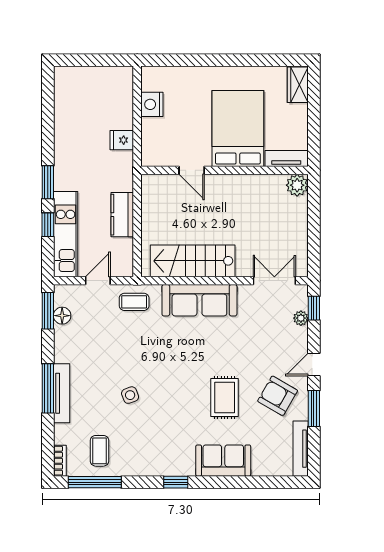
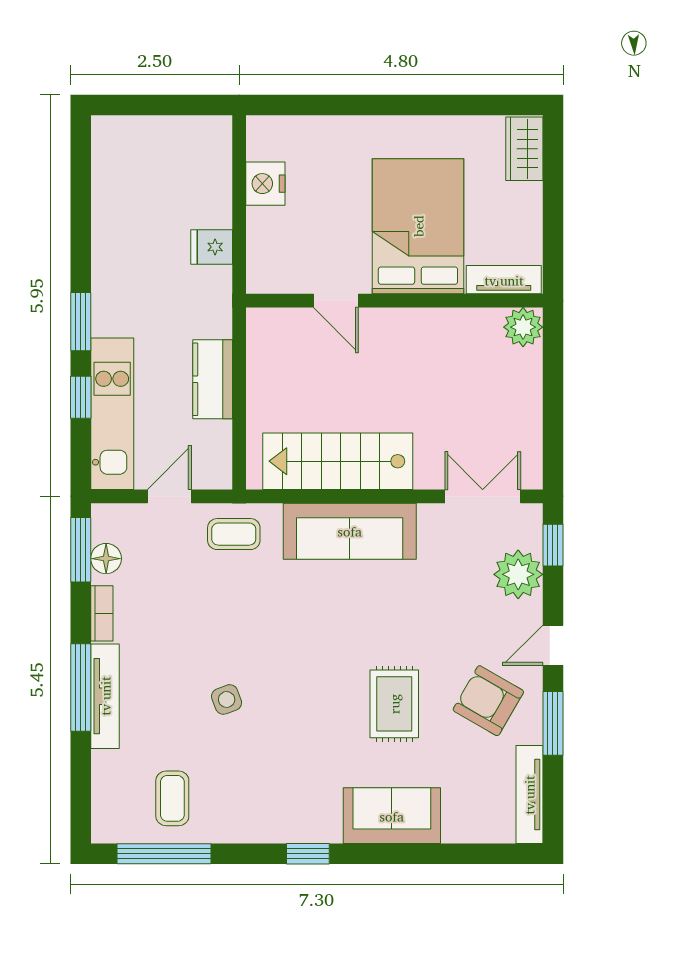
plant: (301, 318) -> (518, 574), width x1.88, depth x1.88
bookcase: (60, 461) -> (102, 613), moved

